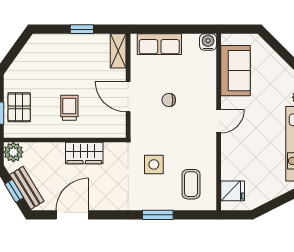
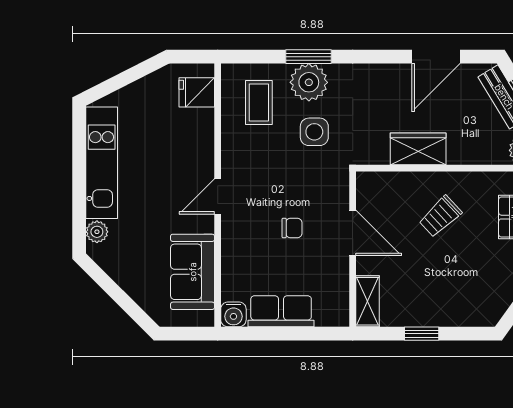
row of seats: (159, 44) -> (281, 311), moved
trolley: (69, 108) -> (440, 216), turned 47
plant: (158, 198) -> (309, 82), added

